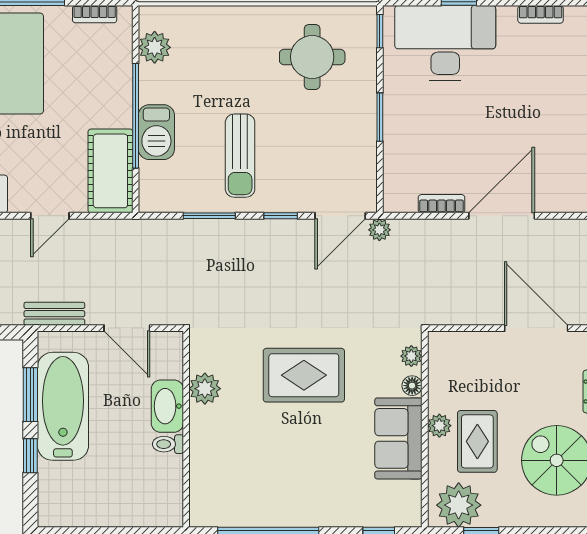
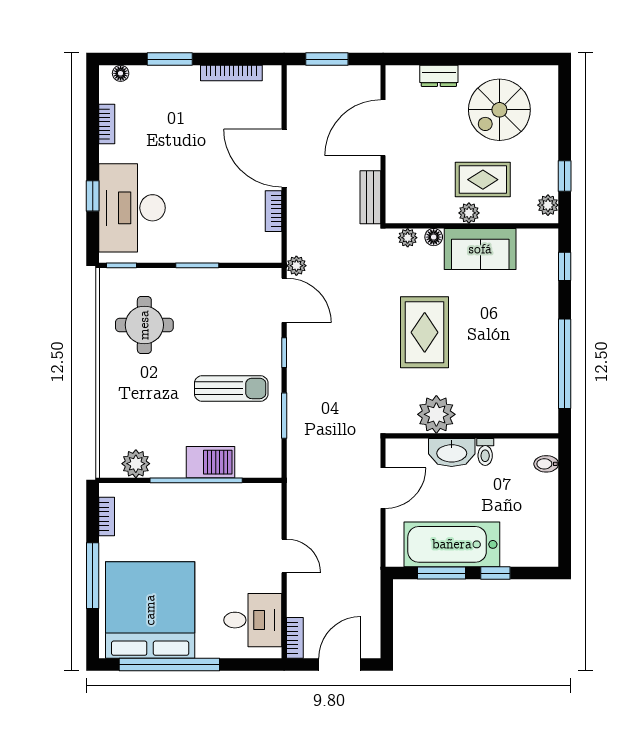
cot: (110, 171) -> (245, 503), removed
bench: (54, 314) -> (370, 197), moved
plant: (205, 389) -> (436, 414), width x1.36, depth x1.36
plant: (459, 505) -> (548, 205), width x0.53, depth x0.53
bidet: (154, 513) -> (546, 464), added

